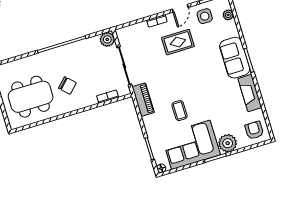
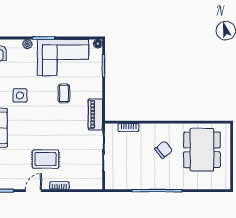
side table: (205, 16) -> (20, 95), moved
plant: (107, 39) -> (112, 182), removed
chair: (67, 85) -> (164, 150), turned 97
dining table: (31, 97) -> (202, 150), turned 90
plant: (228, 143) -> (27, 44), width x0.53, depth x0.53

